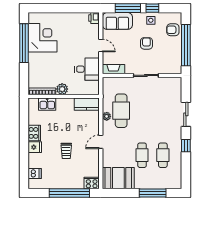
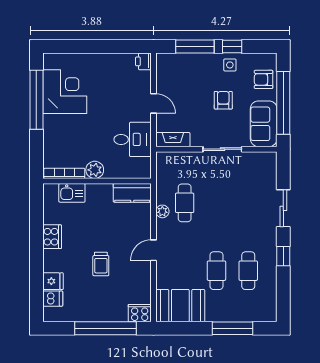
sofa: (117, 21) -> (264, 124), moved, turned 90
cafe table: (121, 111) -> (185, 203), width x0.73, depth x0.74
fridge: (35, 147) -> (53, 281), moved

